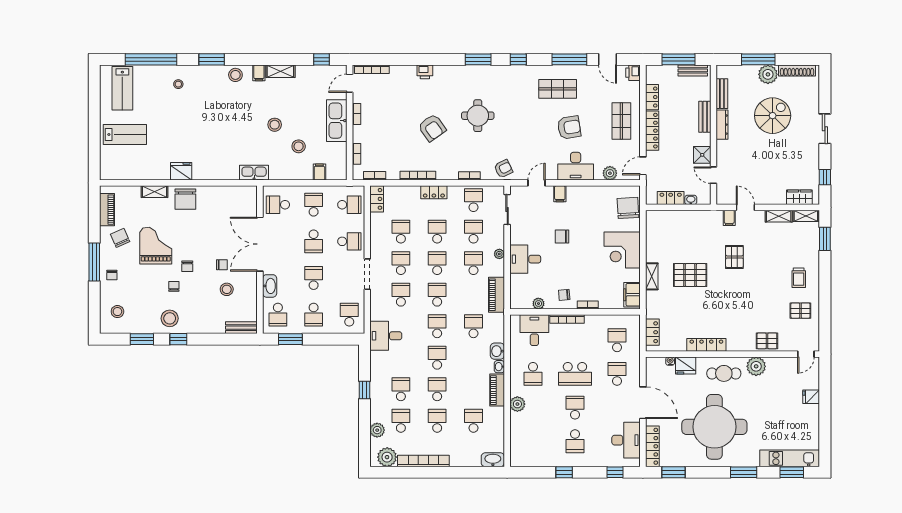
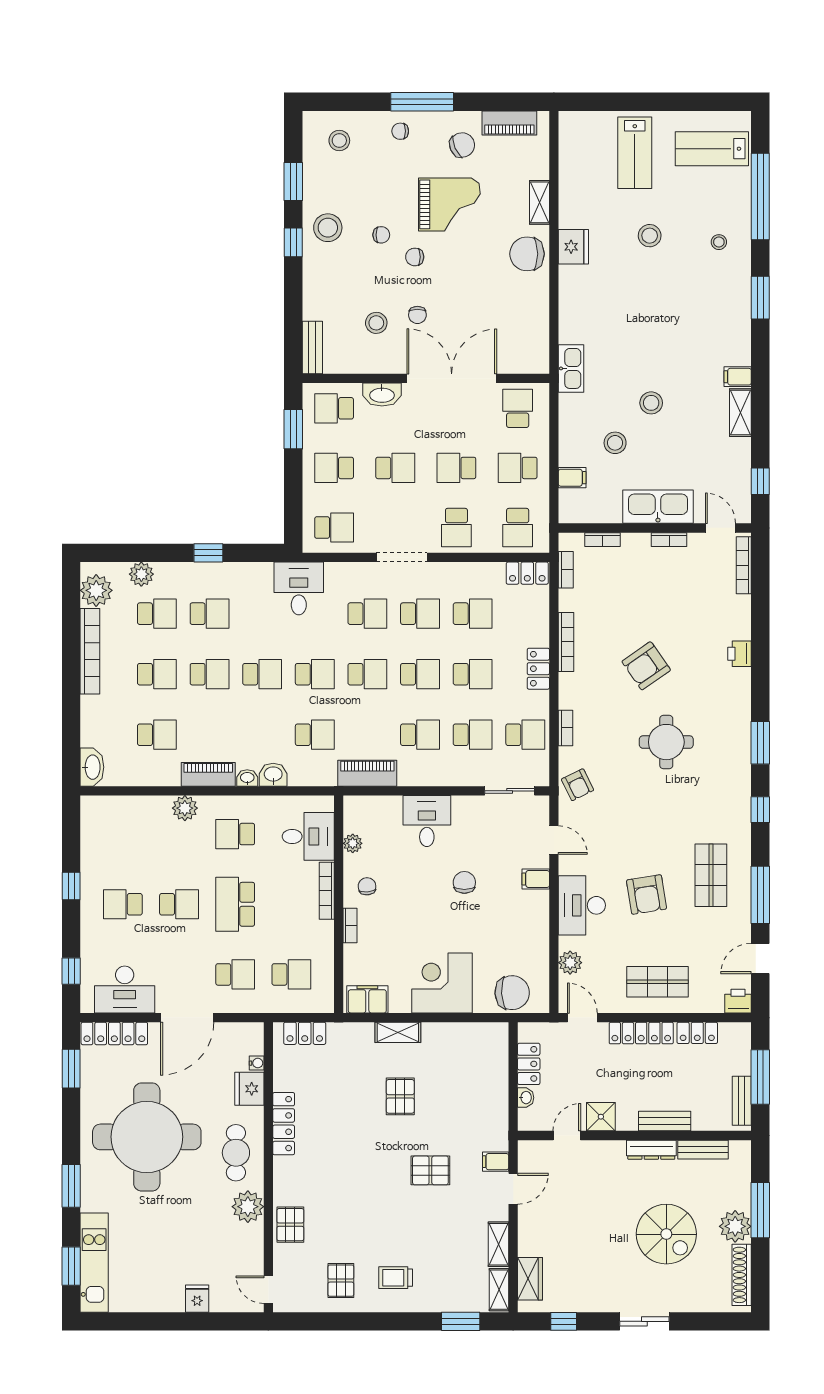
stool: (235, 75) -> (650, 236), moved
school desk: (314, 205) -> (518, 468), turned 180
plant: (499, 254) -> (436, 778), removed
pallet: (690, 275) -> (400, 1096), width x0.67, depth x0.71

